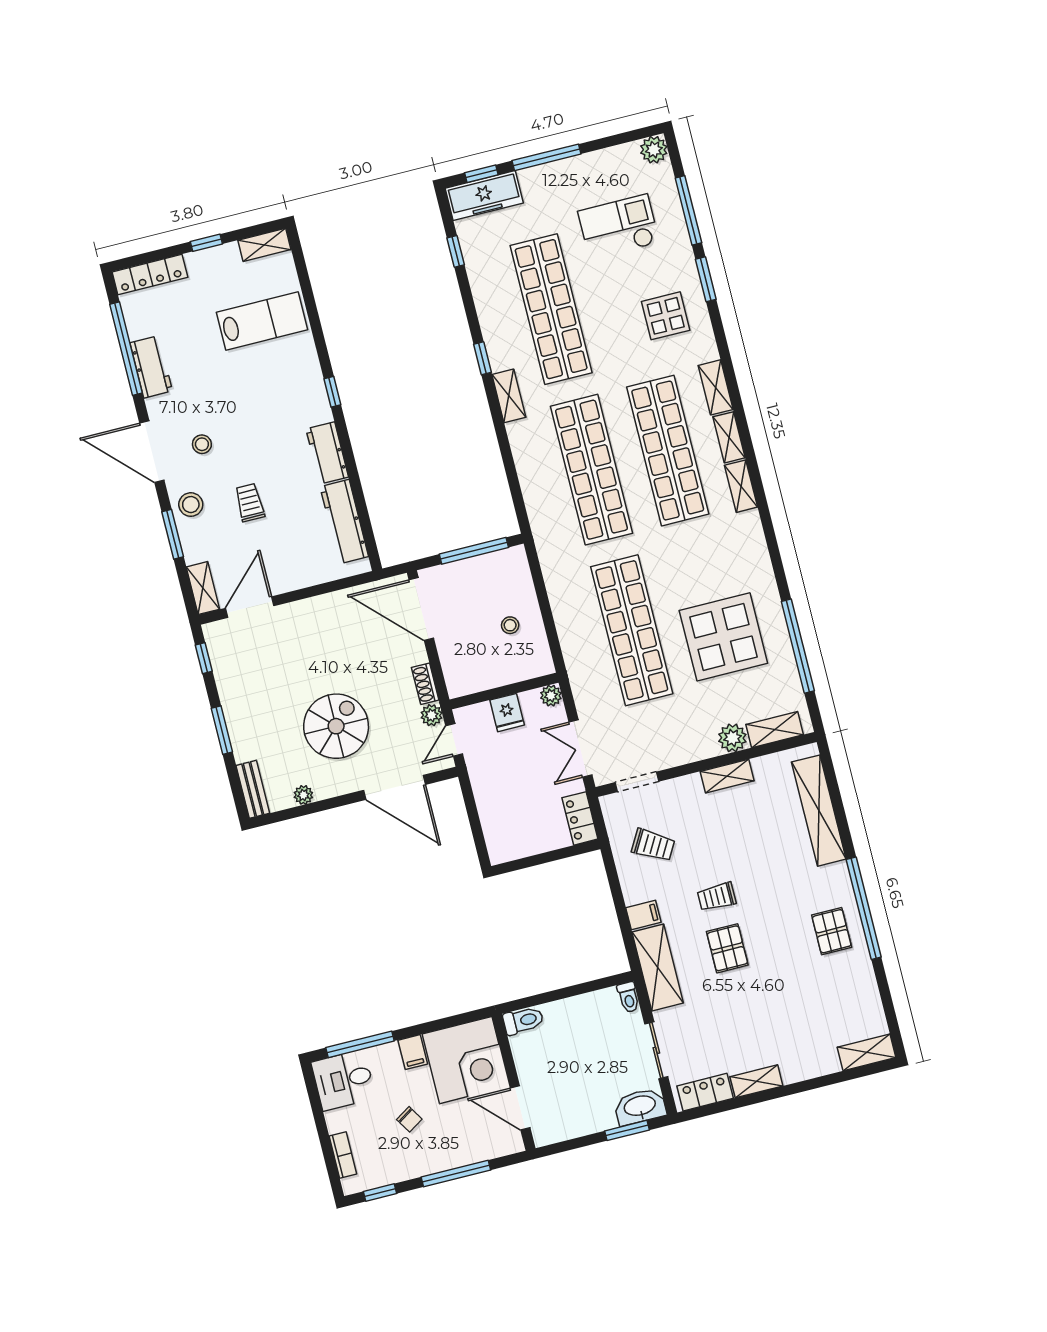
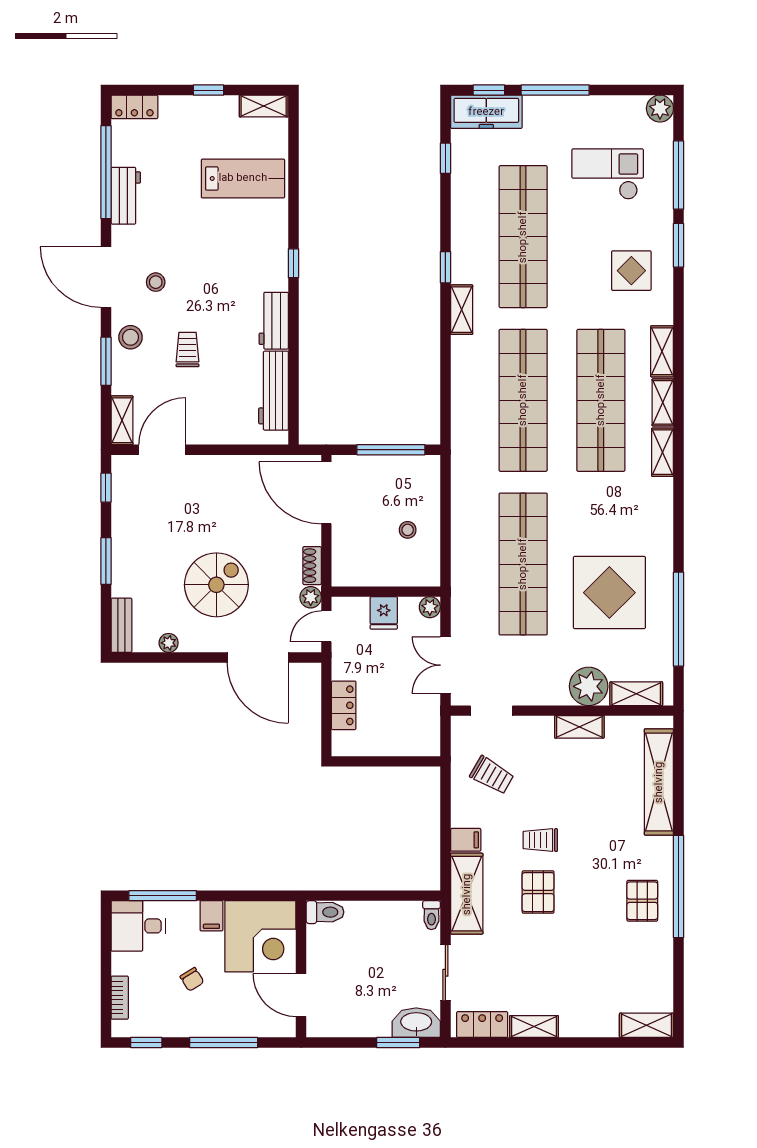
locker: (150, 275) -> (134, 107), width x0.66
plant: (732, 738) -> (589, 686), width x1.36, depth x1.36
locker: (580, 818) -> (344, 705), moved, turned 180

